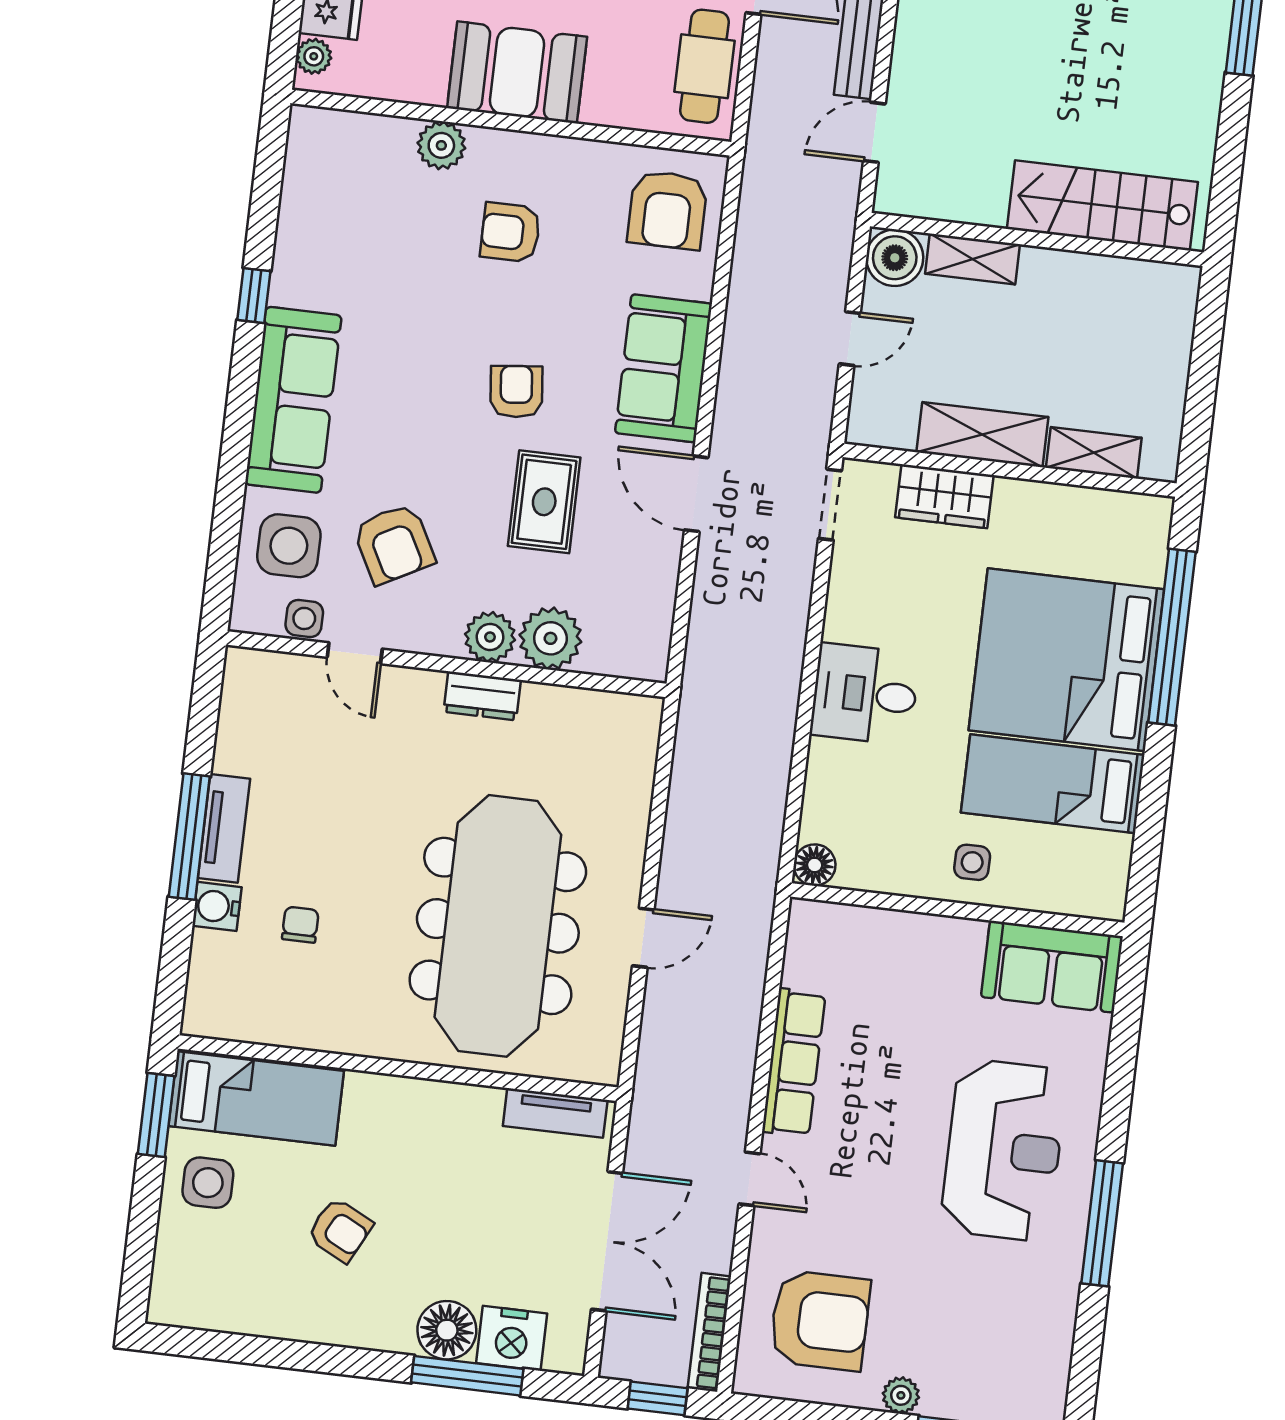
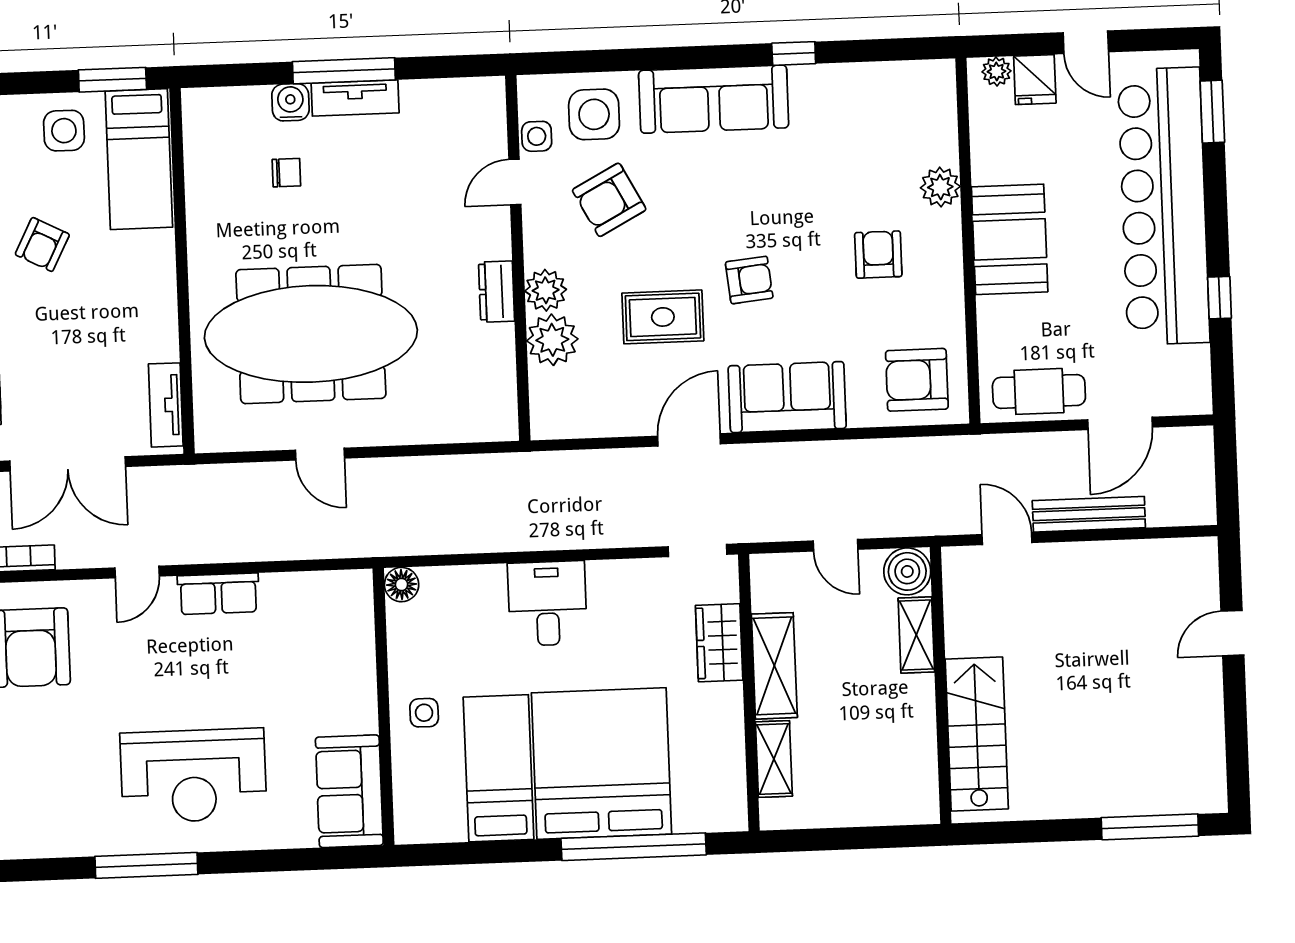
row of seats: (794, 1063) -> (218, 594), width x0.68

